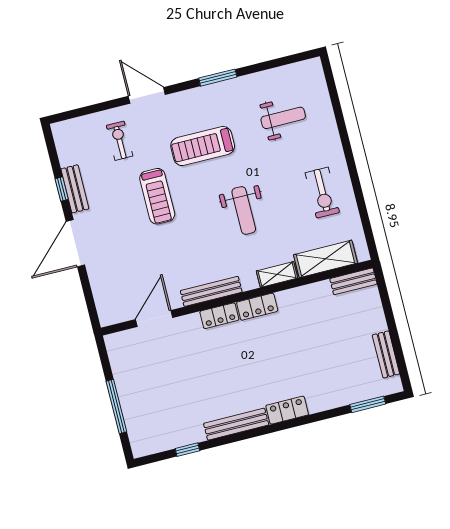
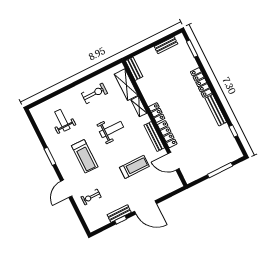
treadmill: (157, 196) -> (134, 167), moved
locker: (219, 316) -> (167, 134), width x1.53
locker: (287, 410) -> (201, 82), width x1.53

